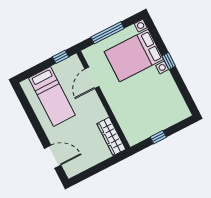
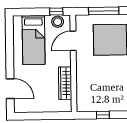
stool: (67, 66) -> (58, 22), added
wardrobe: (111, 137) -> (65, 83), moved

